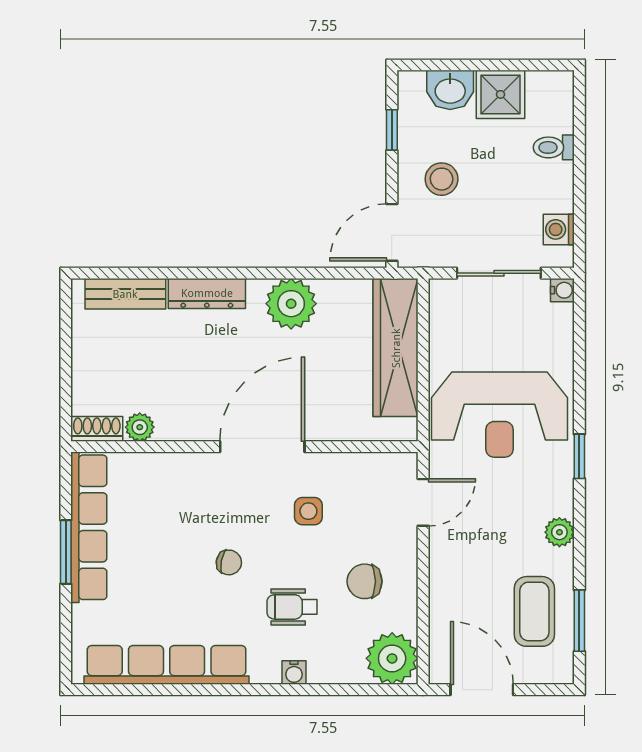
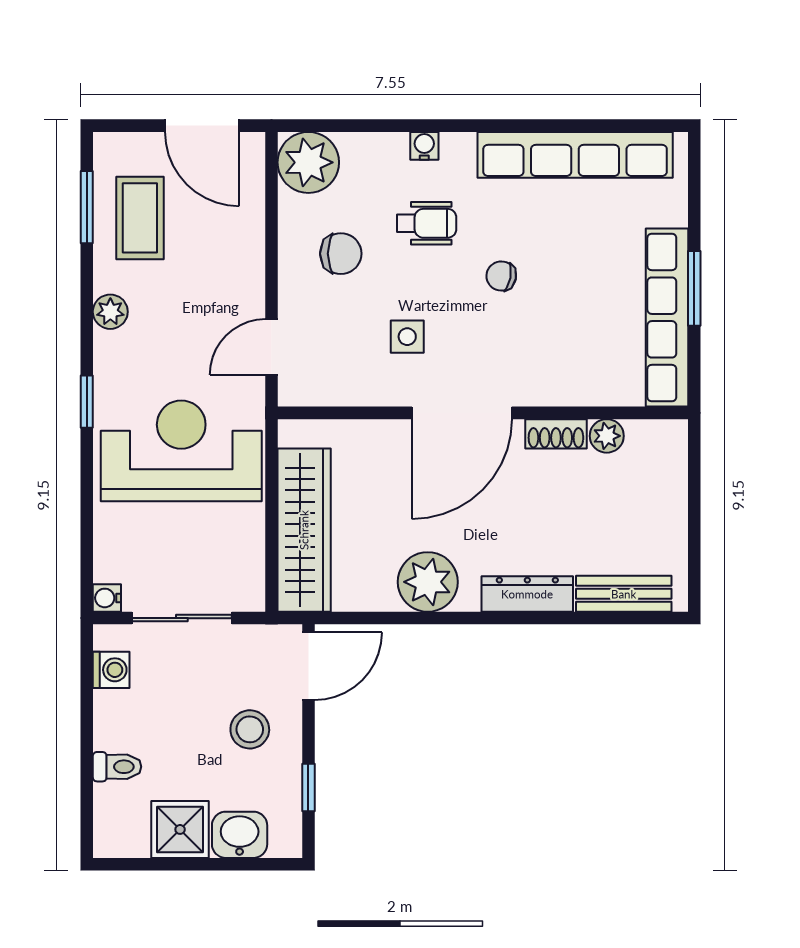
shoe rack: (97, 429) -> (556, 434), moved

